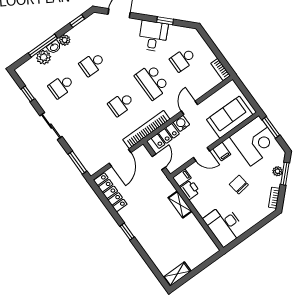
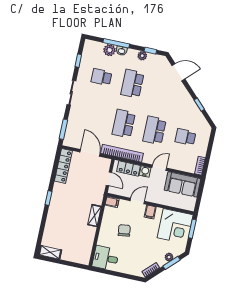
desk: (153, 36) -> (183, 106), removed
plant: (65, 40) -> (142, 56), moved
school desk: (92, 64) -> (132, 84), width x1.85
school desk: (121, 104) -> (124, 124), width x1.85
sofa: (230, 117) -> (183, 184), moved, turned 180
door: (201, 154) -> (137, 201), swing flipped
door: (120, 158) -> (90, 153), swing flipped
door: (159, 162) -> (109, 179), hinge flipped
chair: (239, 185) -> (124, 230), moved
printer: (190, 190) -> (109, 214), removed
desk: (224, 225) -> (106, 258), width x0.73

